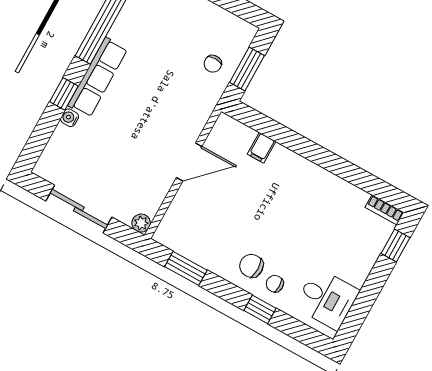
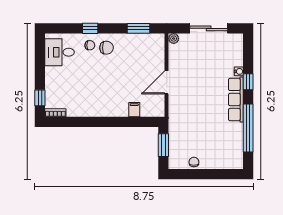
chair: (213, 64) -> (194, 162), moved

